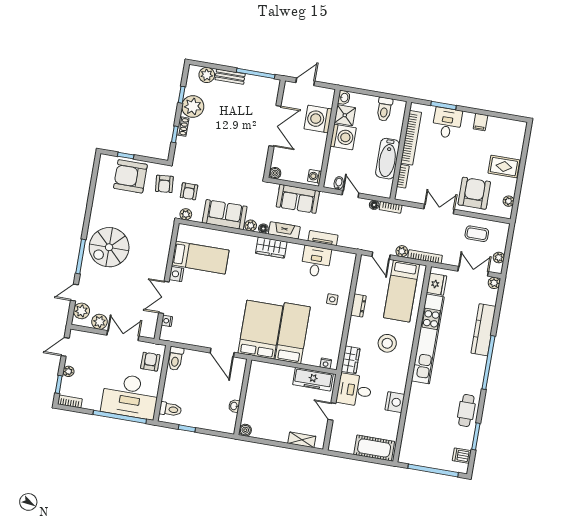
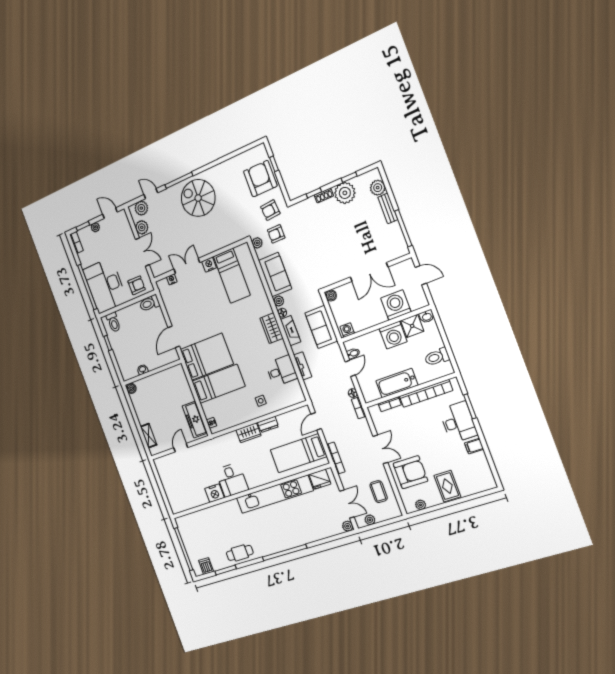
desk: (447, 123) -> (458, 422), width x1.37
plant: (402, 251) -> (329, 437), removed
kitchen counter: (483, 330) -> (307, 536), removed
stool: (387, 343) -> (253, 463), removed
wardrobe: (351, 360) -> (249, 433), moved
desk: (354, 390) -> (232, 480), moved, turned 180
cot: (374, 448) -> (174, 495), removed

